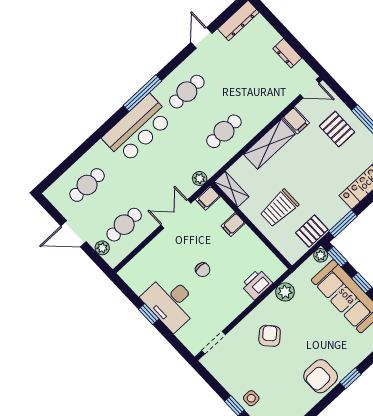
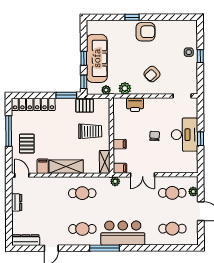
plant: (321, 255) -> (106, 90), moved

